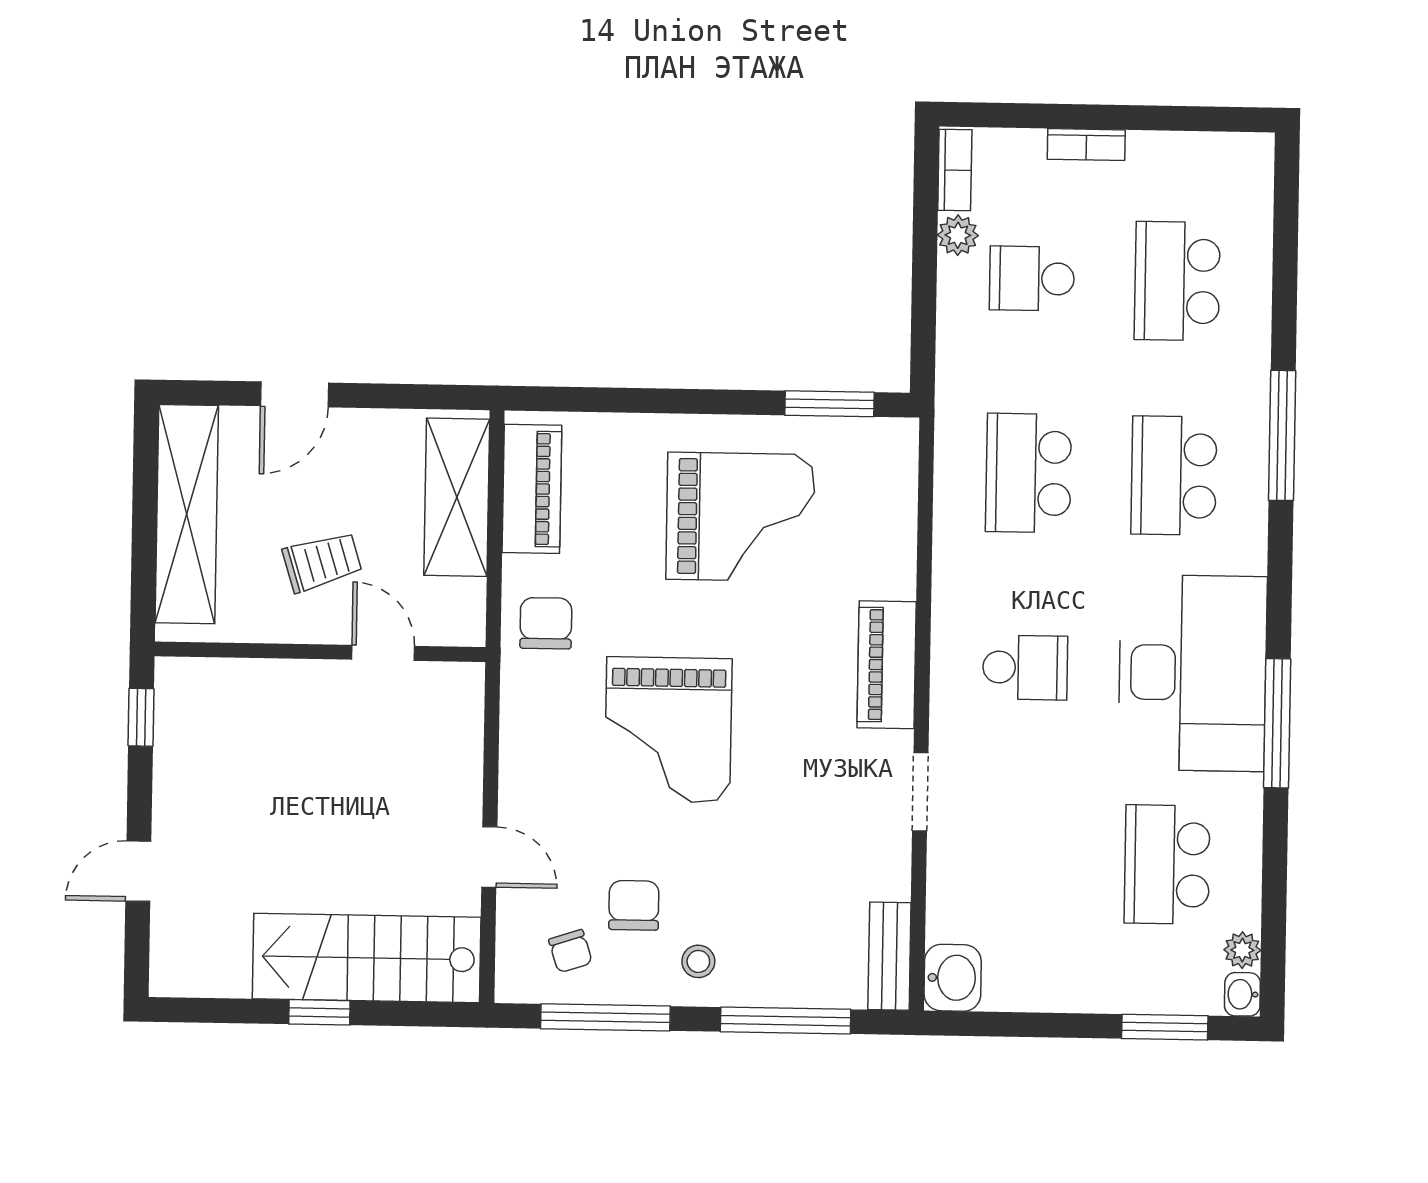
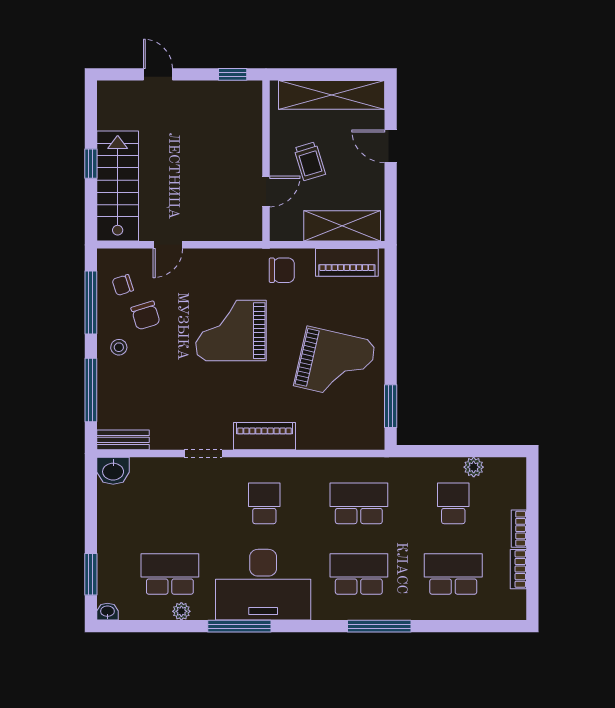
bookcase: (955, 170) -> (518, 569), moved, turned 90
grand piano: (740, 517) -> (335, 364), turned -77
school desk: (1025, 667) -> (264, 503), turned 180
chair: (634, 905) -> (146, 315), turned 73
plant: (1242, 950) -> (181, 611), moved

